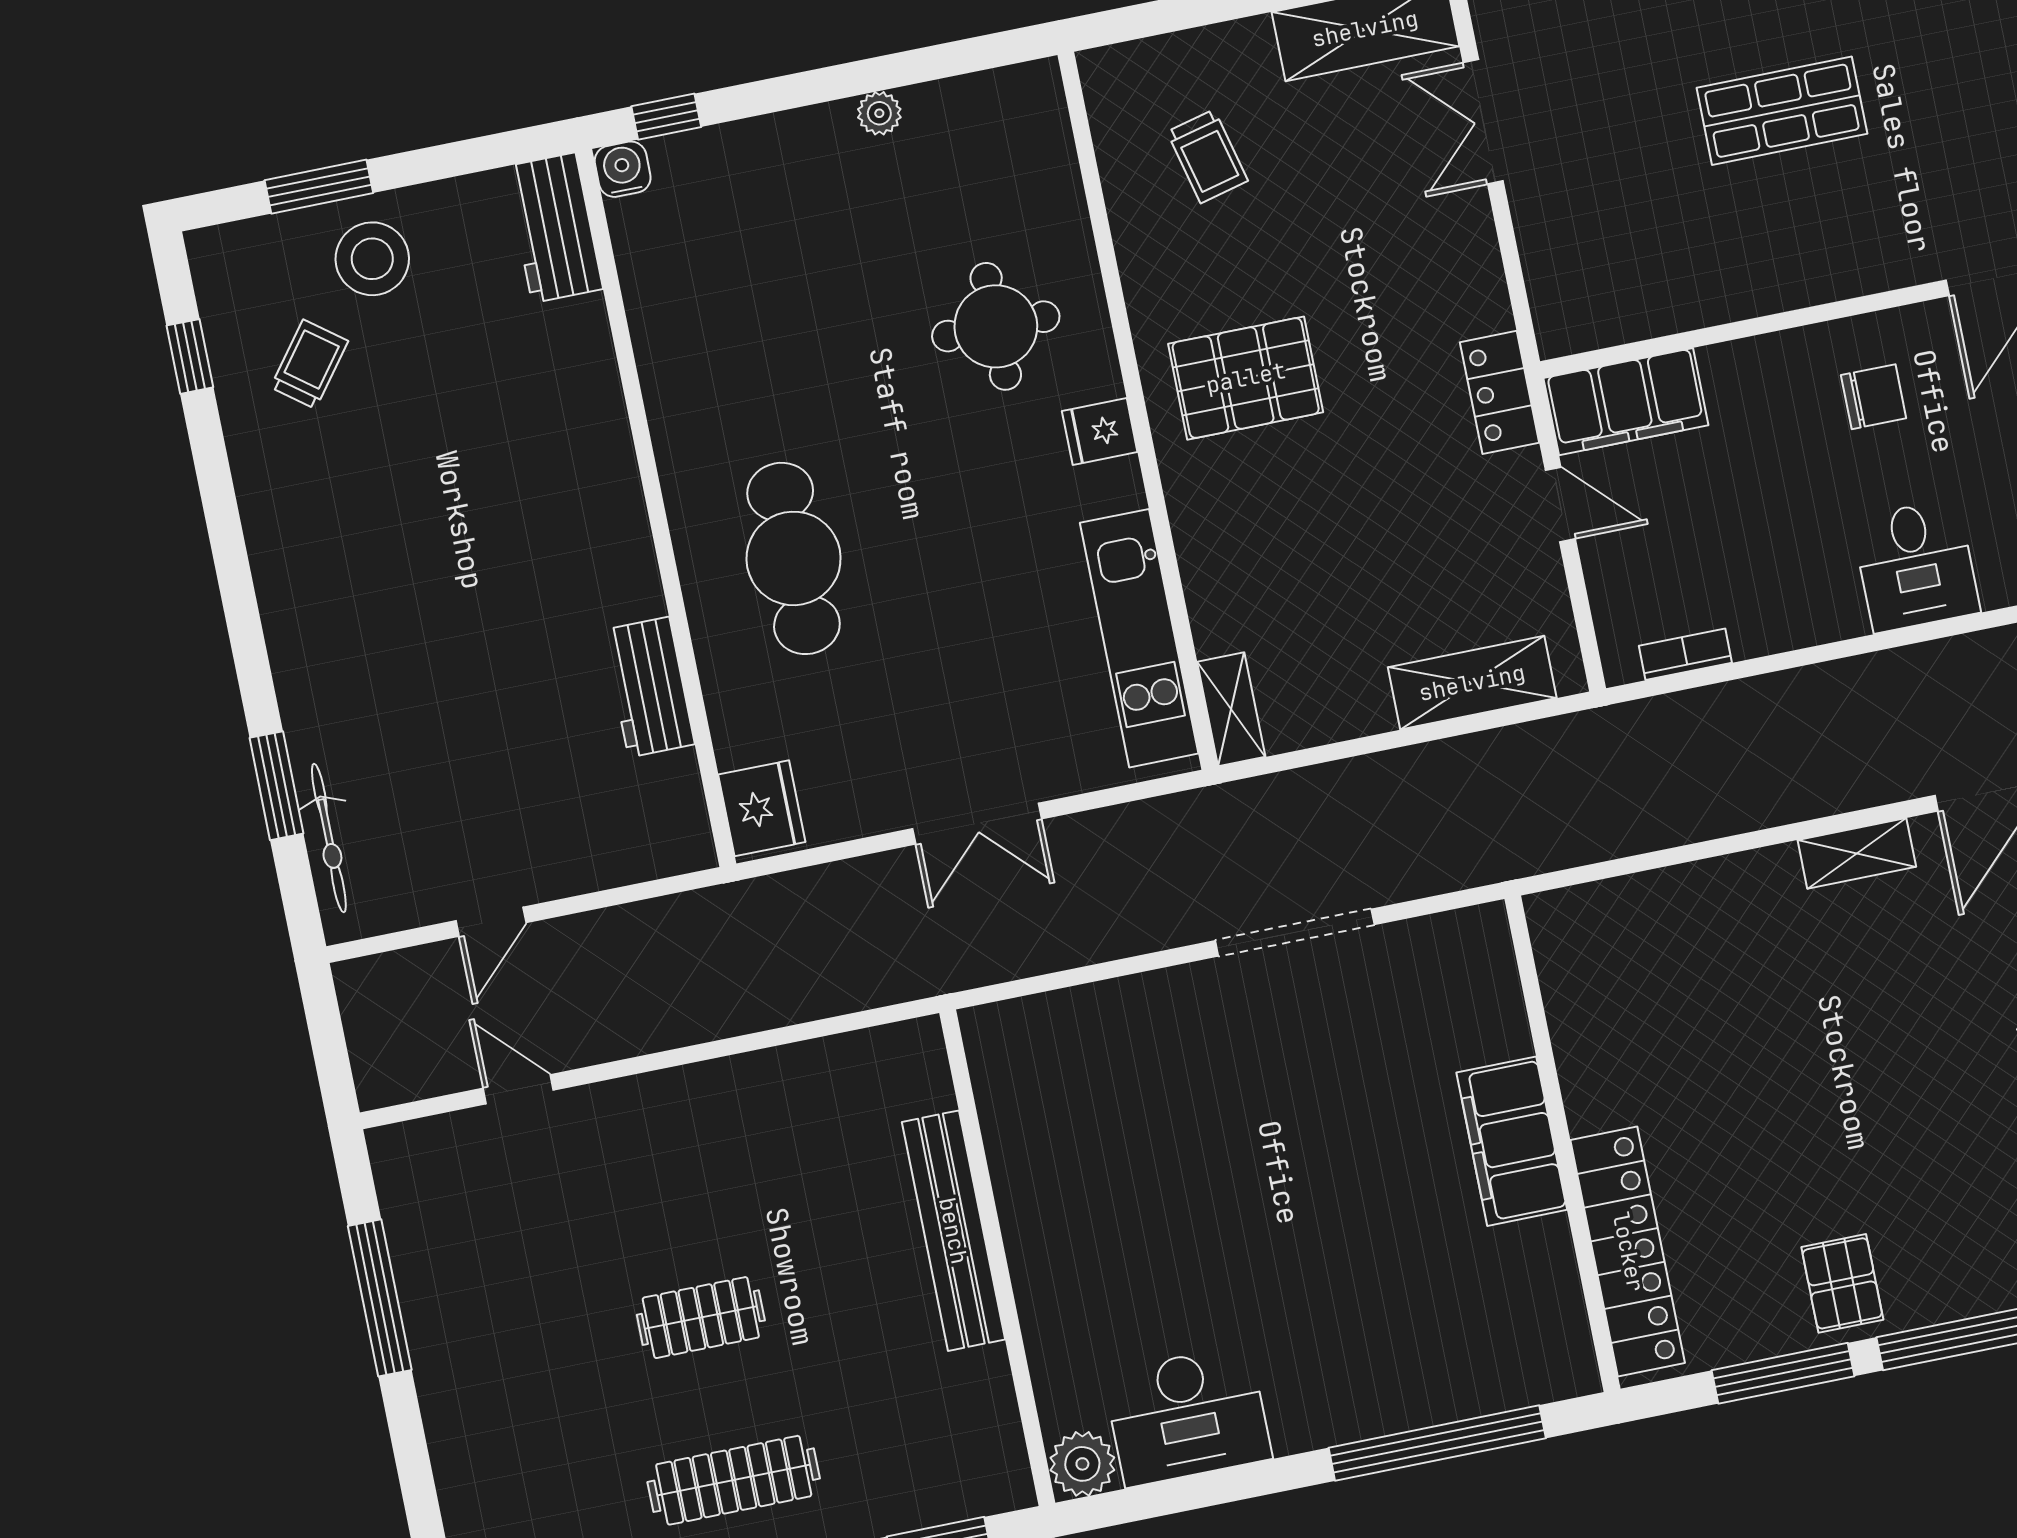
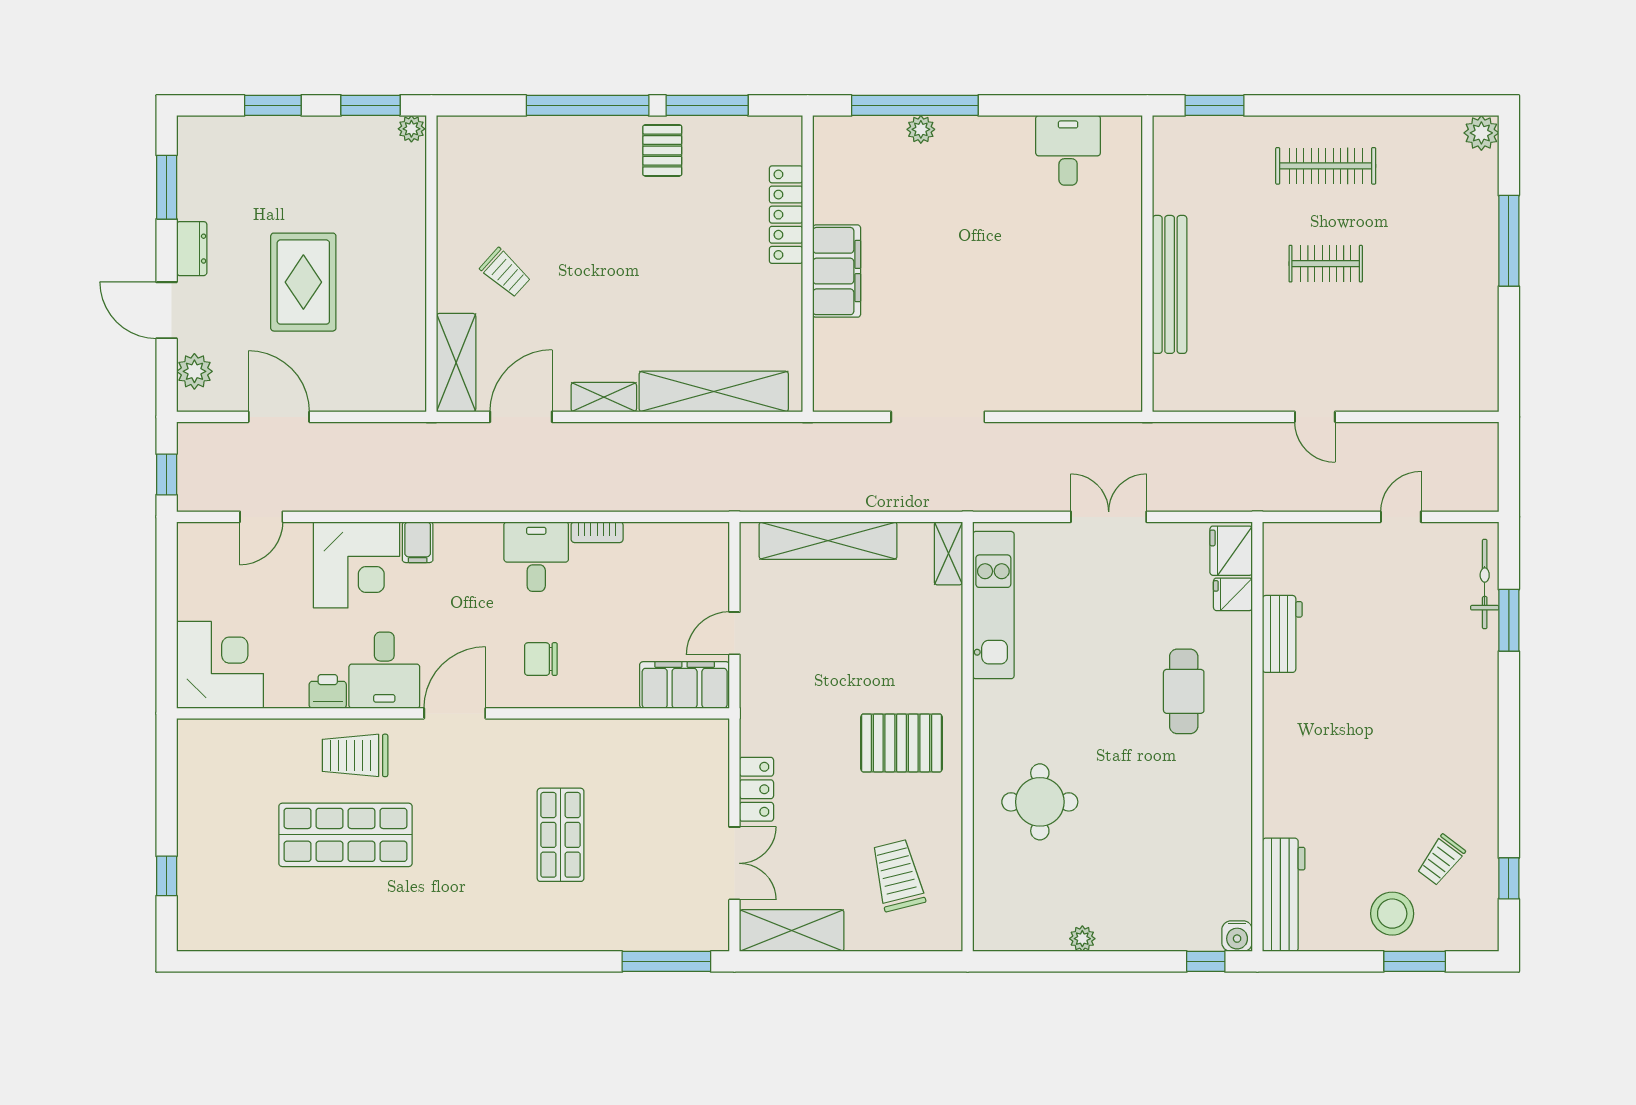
shop shelf: (1782, 111) -> (561, 835), turned 90
trolley: (1207, 156) -> (898, 875), width x1.36, depth x1.39
workbench: (554, 228) -> (1284, 895), width x1.37
locker: (1500, 392) -> (756, 789), moved
fridge: (1100, 431) -> (1233, 594), moved, turned 180
door: (1560, 504) -> (734, 633), hinge flipped
cafe table: (794, 558) -> (1184, 691), width x0.73, depth x0.74
bookcase: (1685, 654) -> (597, 532), moved
shelving: (1472, 683) -> (828, 541), width x1.47
shelving: (1676, 900) -> (714, 392), added
door: (518, 1089) -> (1315, 417), moved
locker: (1628, 1252) -> (786, 215), width x0.71, depth x0.83
window: (380, 1298) -> (1509, 241), moved
desk: (1187, 1416) -> (1068, 150), width x0.73
plant: (1082, 1464) -> (921, 129), moved, width x0.73, depth x0.73

